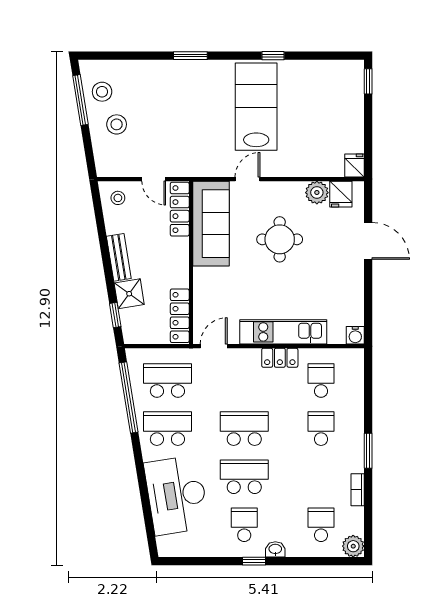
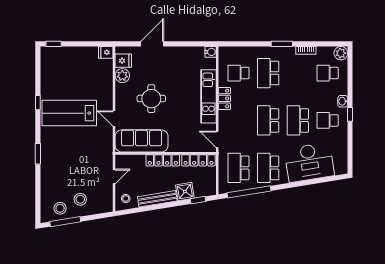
locker: (180, 209) -> (163, 160), moved
bench: (119, 257) -> (157, 199), width x1.36
school desk: (321, 429) -> (268, 73), width x1.85

